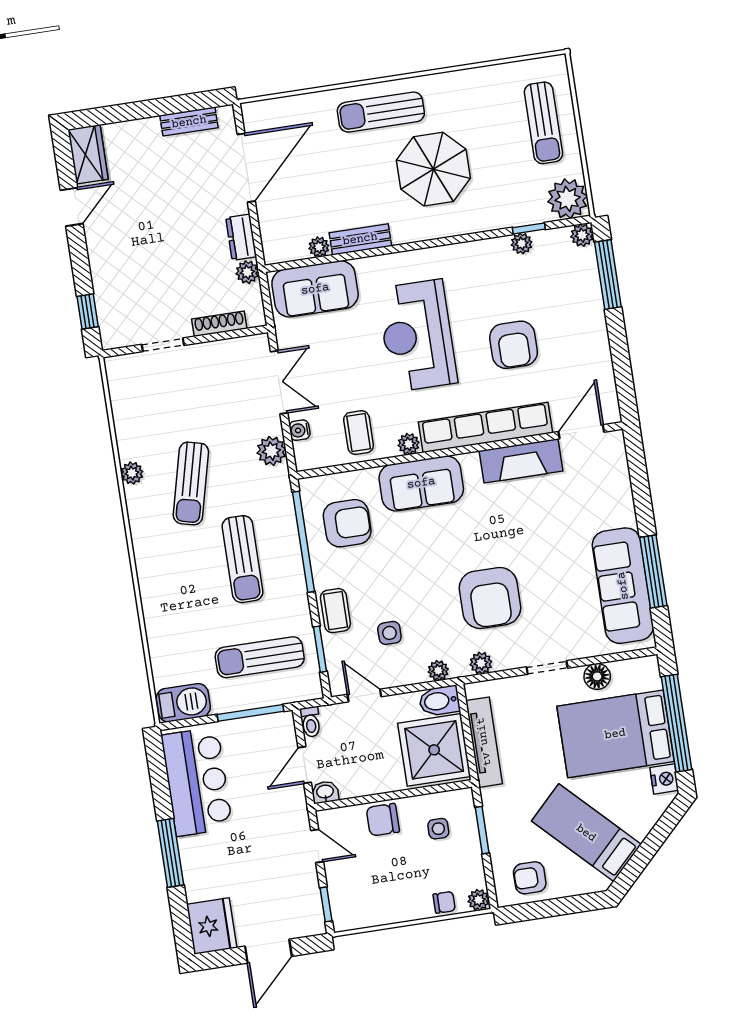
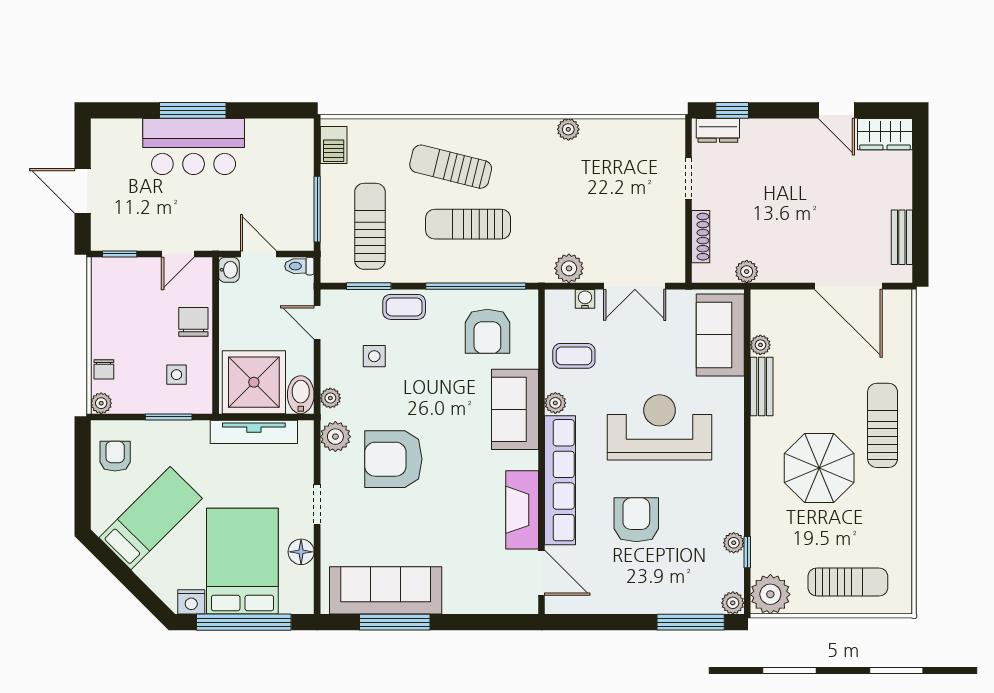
sun lounger: (543, 123) -> (848, 582), turned 180
dresser: (241, 237) -> (718, 130), moved, turned 180
armchair: (514, 345) -> (636, 520), turned 90
sun lounger: (191, 483) -> (451, 167), moved
plant: (481, 663) -> (335, 437), width x1.38, depth x1.38
door: (364, 696) -> (317, 322), swing flipped
barbecue: (183, 703) -> (334, 145), width x0.73, depth x0.79
bar counter: (197, 782) -> (194, 146), moved
fridge: (212, 926) -> (116, 139), removed

